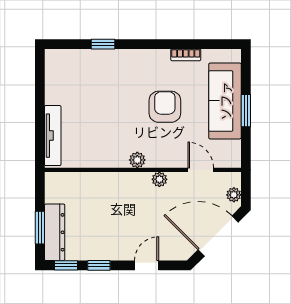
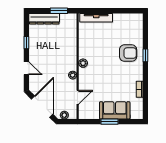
window: (103, 44) -> (145, 55), moved
sofa: (225, 101) -> (115, 110), width x0.73
armchair: (165, 107) -> (128, 53), moved
window: (40, 228) -> (59, 11), moved
window: (66, 265) -> (26, 25), removed

